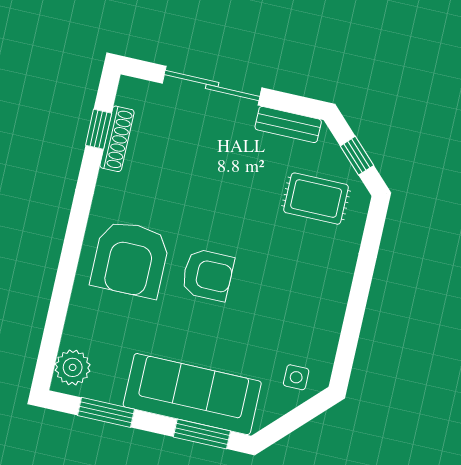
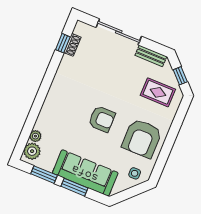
shoe rack: (117, 139) -> (72, 45), width x0.70
armchair: (130, 259) -> (142, 138), moved
plant: (74, 334) -> (35, 136), added
window: (202, 434) -> (74, 187), moved

